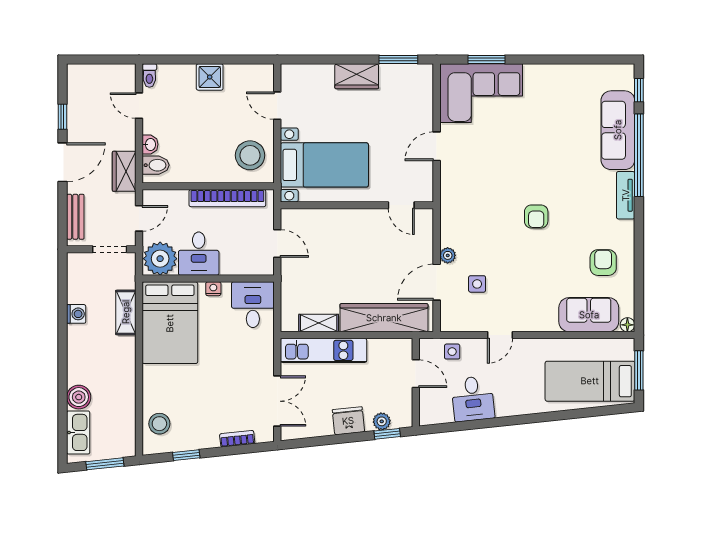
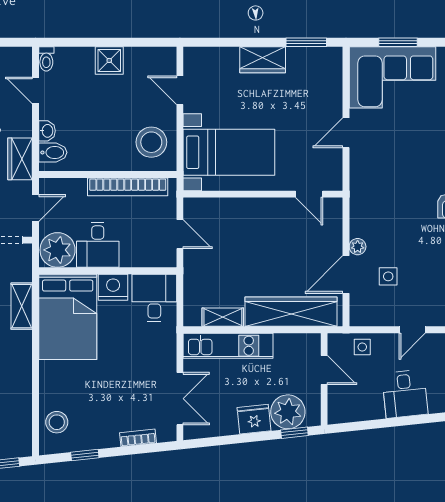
nightstand: (213, 289) -> (113, 287), width x1.89, depth x1.79
desk: (473, 399) -> (405, 394), moved
plant: (382, 421) -> (288, 412), width x1.87, depth x1.87

